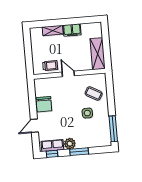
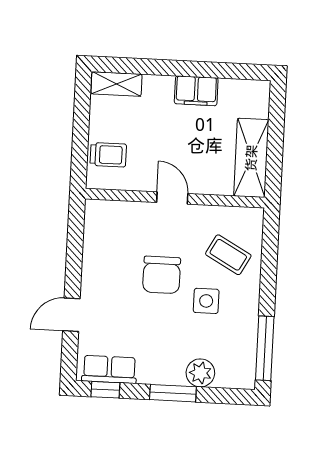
shelving: (53, 30) -> (116, 84), moved
trolley: (50, 66) -> (108, 155), moved
chair: (44, 104) -> (162, 275), moved
plant: (70, 144) -> (200, 373), moved

